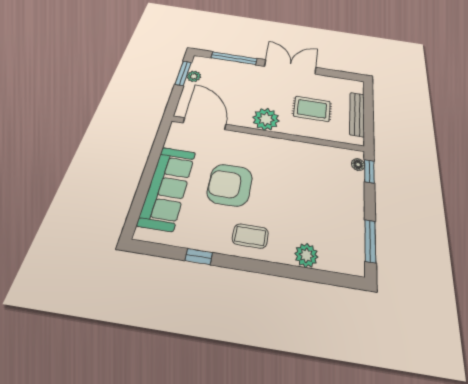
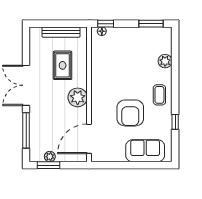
sofa: (167, 187) -> (145, 151), width x0.73

